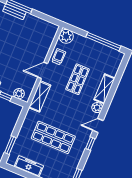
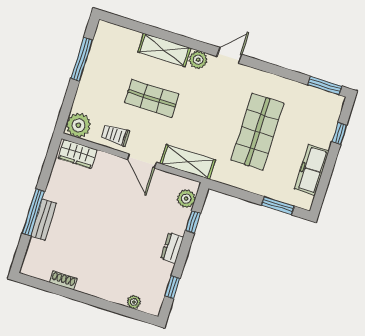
wardrobe: (50, 34) -> (78, 154), added
window: (103, 42) -> (82, 59), width x0.68
door: (98, 125) -> (229, 55), swing flipped
window: (90, 144) -> (262, 66), removed

